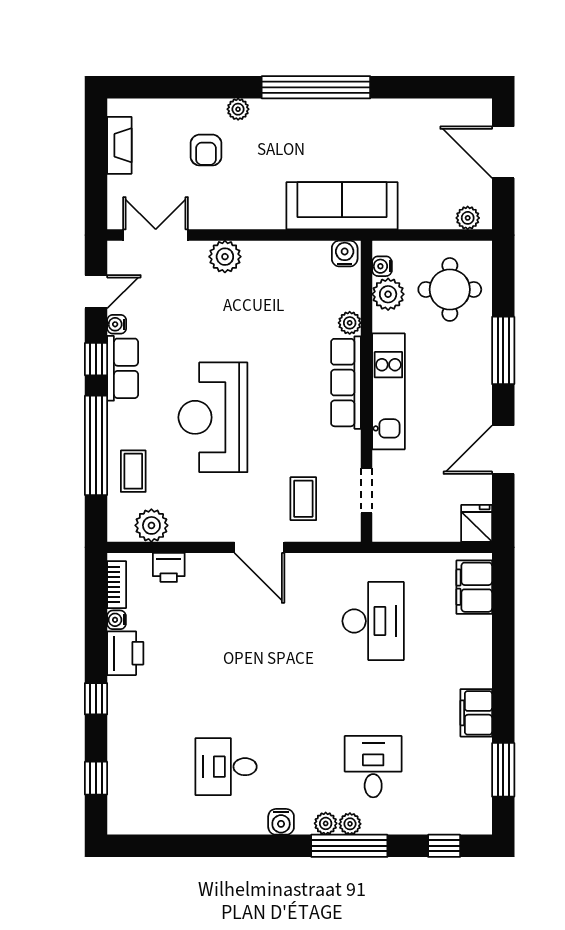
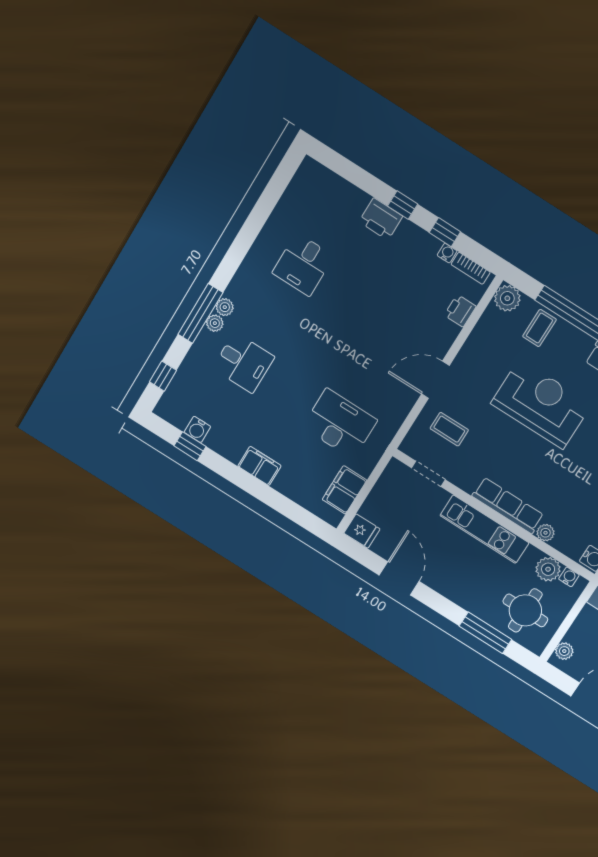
window: (503, 350) -> (485, 633), moved
coffee table: (133, 471) -> (539, 328), turned 90
plant: (151, 525) -> (507, 298), moved
filing cabinet: (474, 587) -> (344, 490), moved, turned -90
desk: (373, 621) -> (340, 424), turned 180
printer: (125, 653) -> (381, 219), moved
filing cabinet: (476, 713) -> (259, 466), moved
desk: (226, 767) -> (303, 264), turned 180
window: (503, 770) -> (190, 446), width x0.67
window: (96, 778) -> (445, 232), moved
water cooler: (281, 822) -> (197, 429), moved, turned -90

